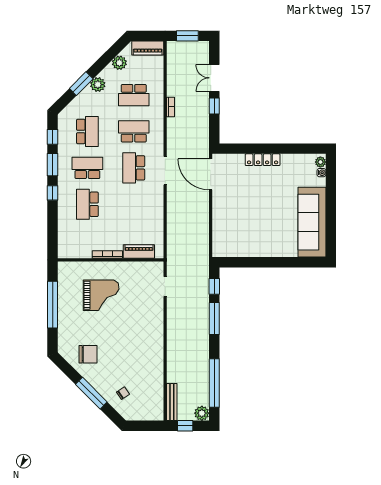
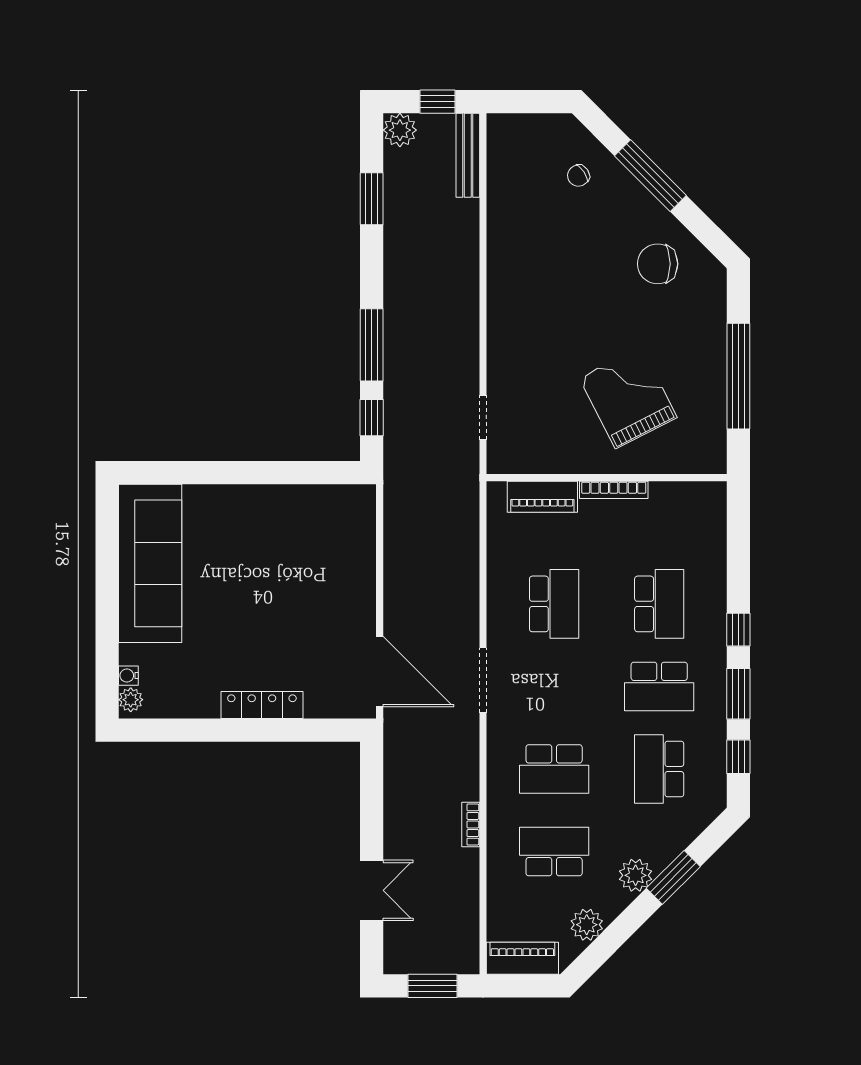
window: (214, 106) -> (372, 827), removed
school desk: (134, 168) -> (554, 604), moved
grand piano: (101, 295) -> (628, 398), turned 63
window: (214, 383) -> (372, 199), width x0.47

